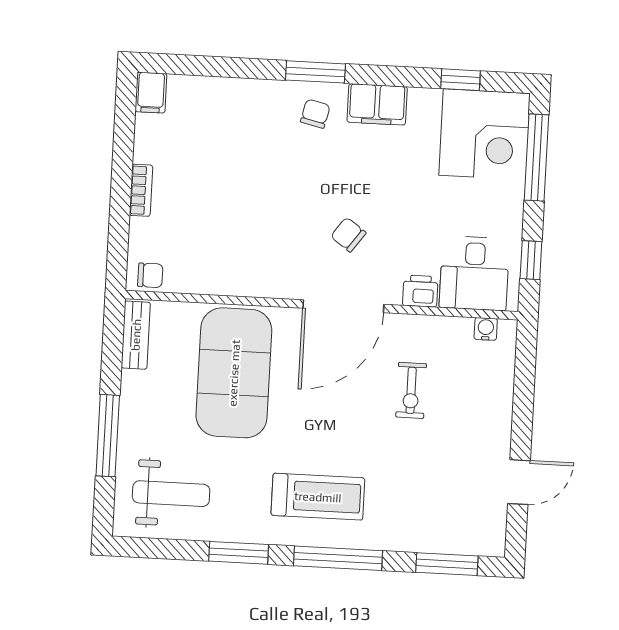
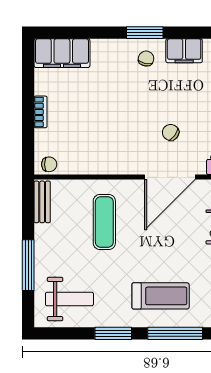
filing cabinet: (151, 93) -> (62, 53), width x3.00, depth x1.17
exercise mat: (234, 373) -> (104, 222), width x0.50, depth x0.69

